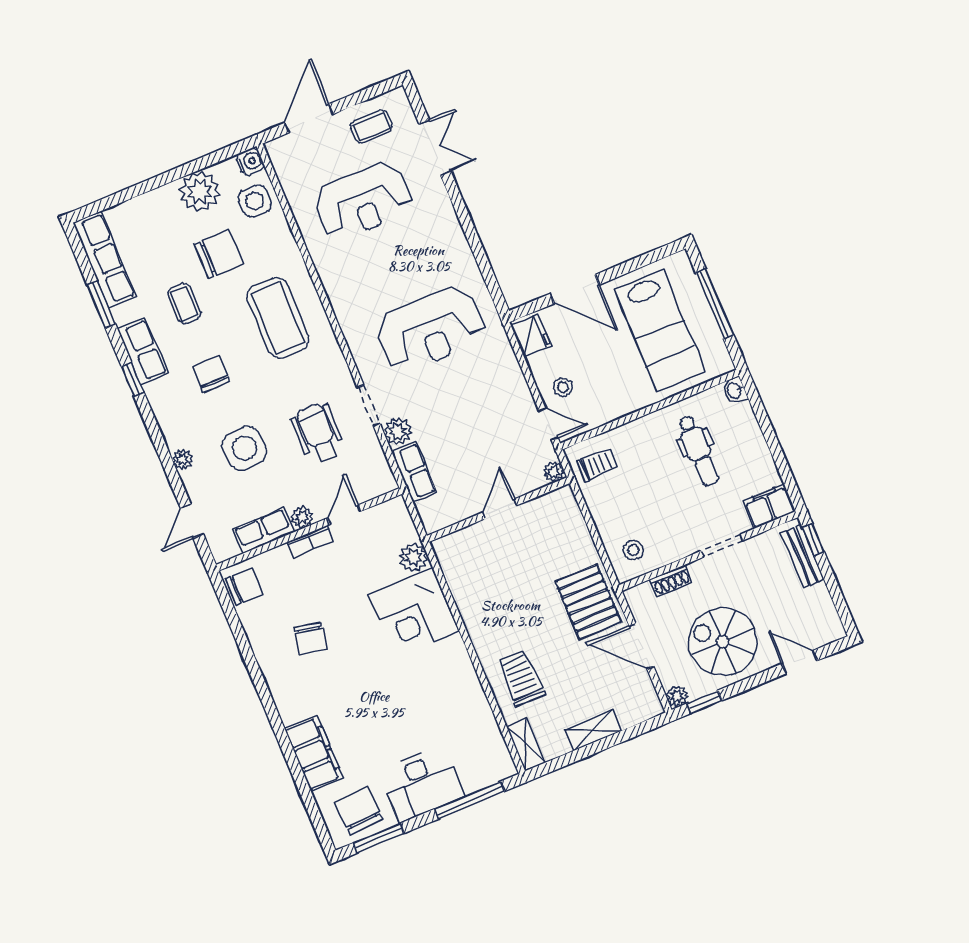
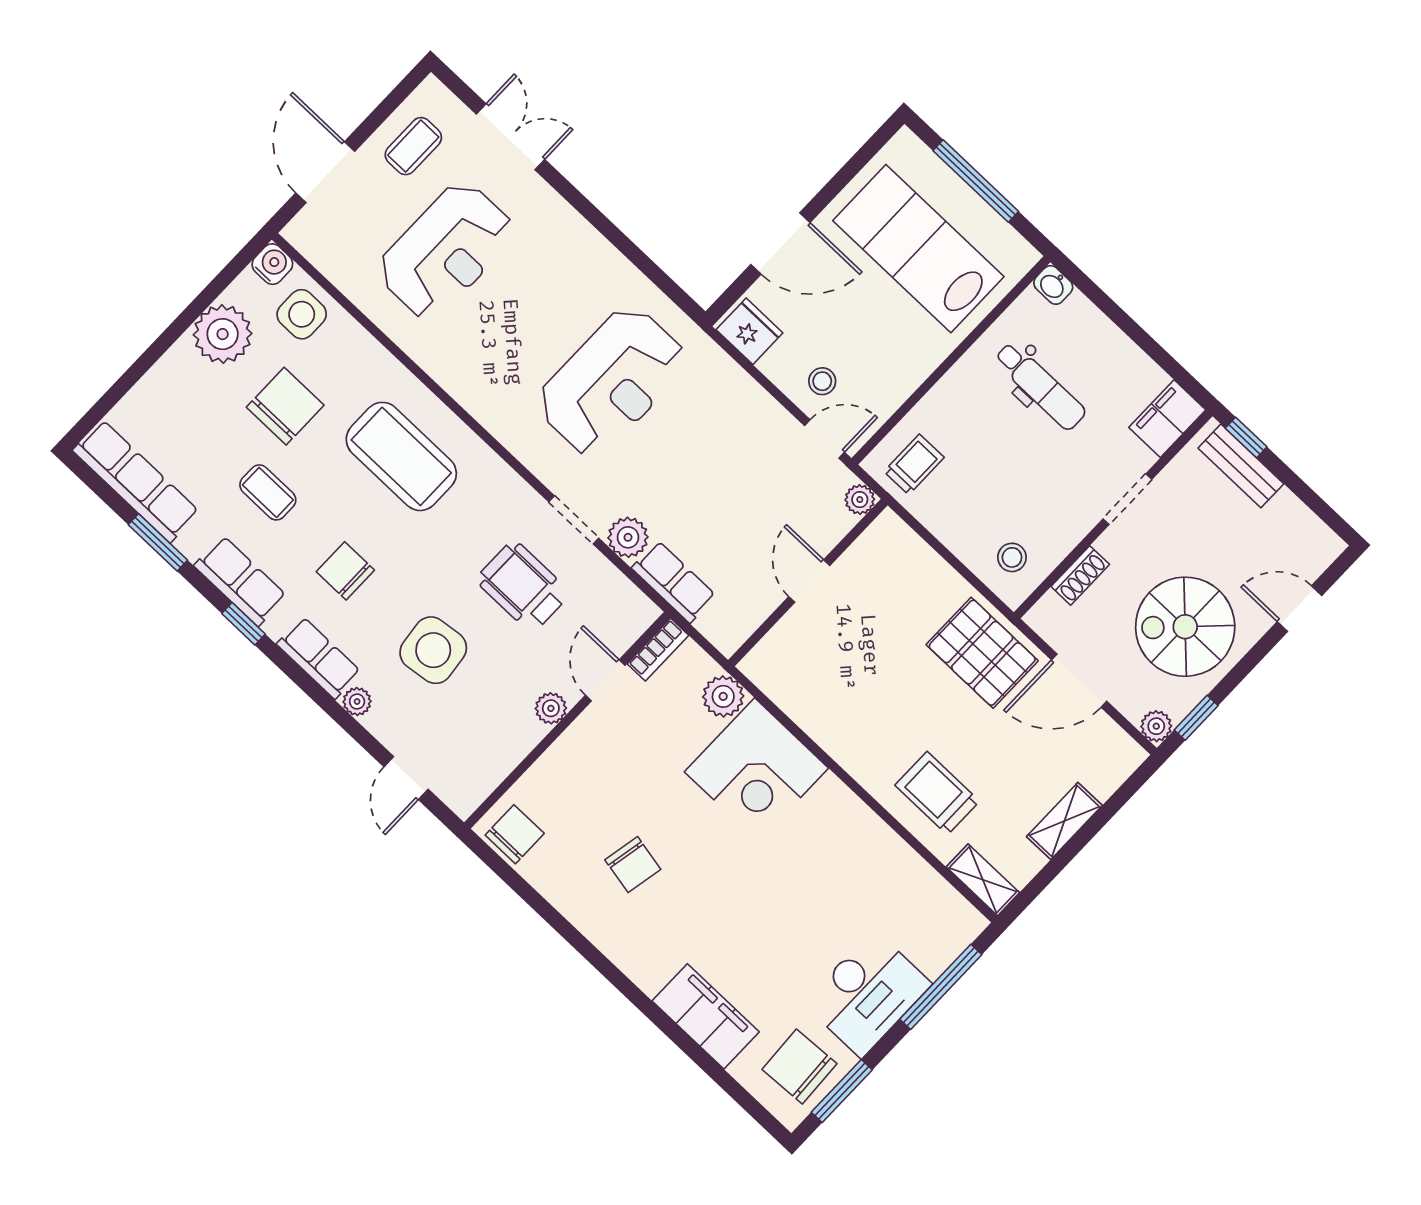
lab bench: (660, 331) -> (918, 249), turned 180
row of seats: (264, 531) -> (319, 658), moved, turned 90
bookcase: (310, 542) -> (658, 650), moved

